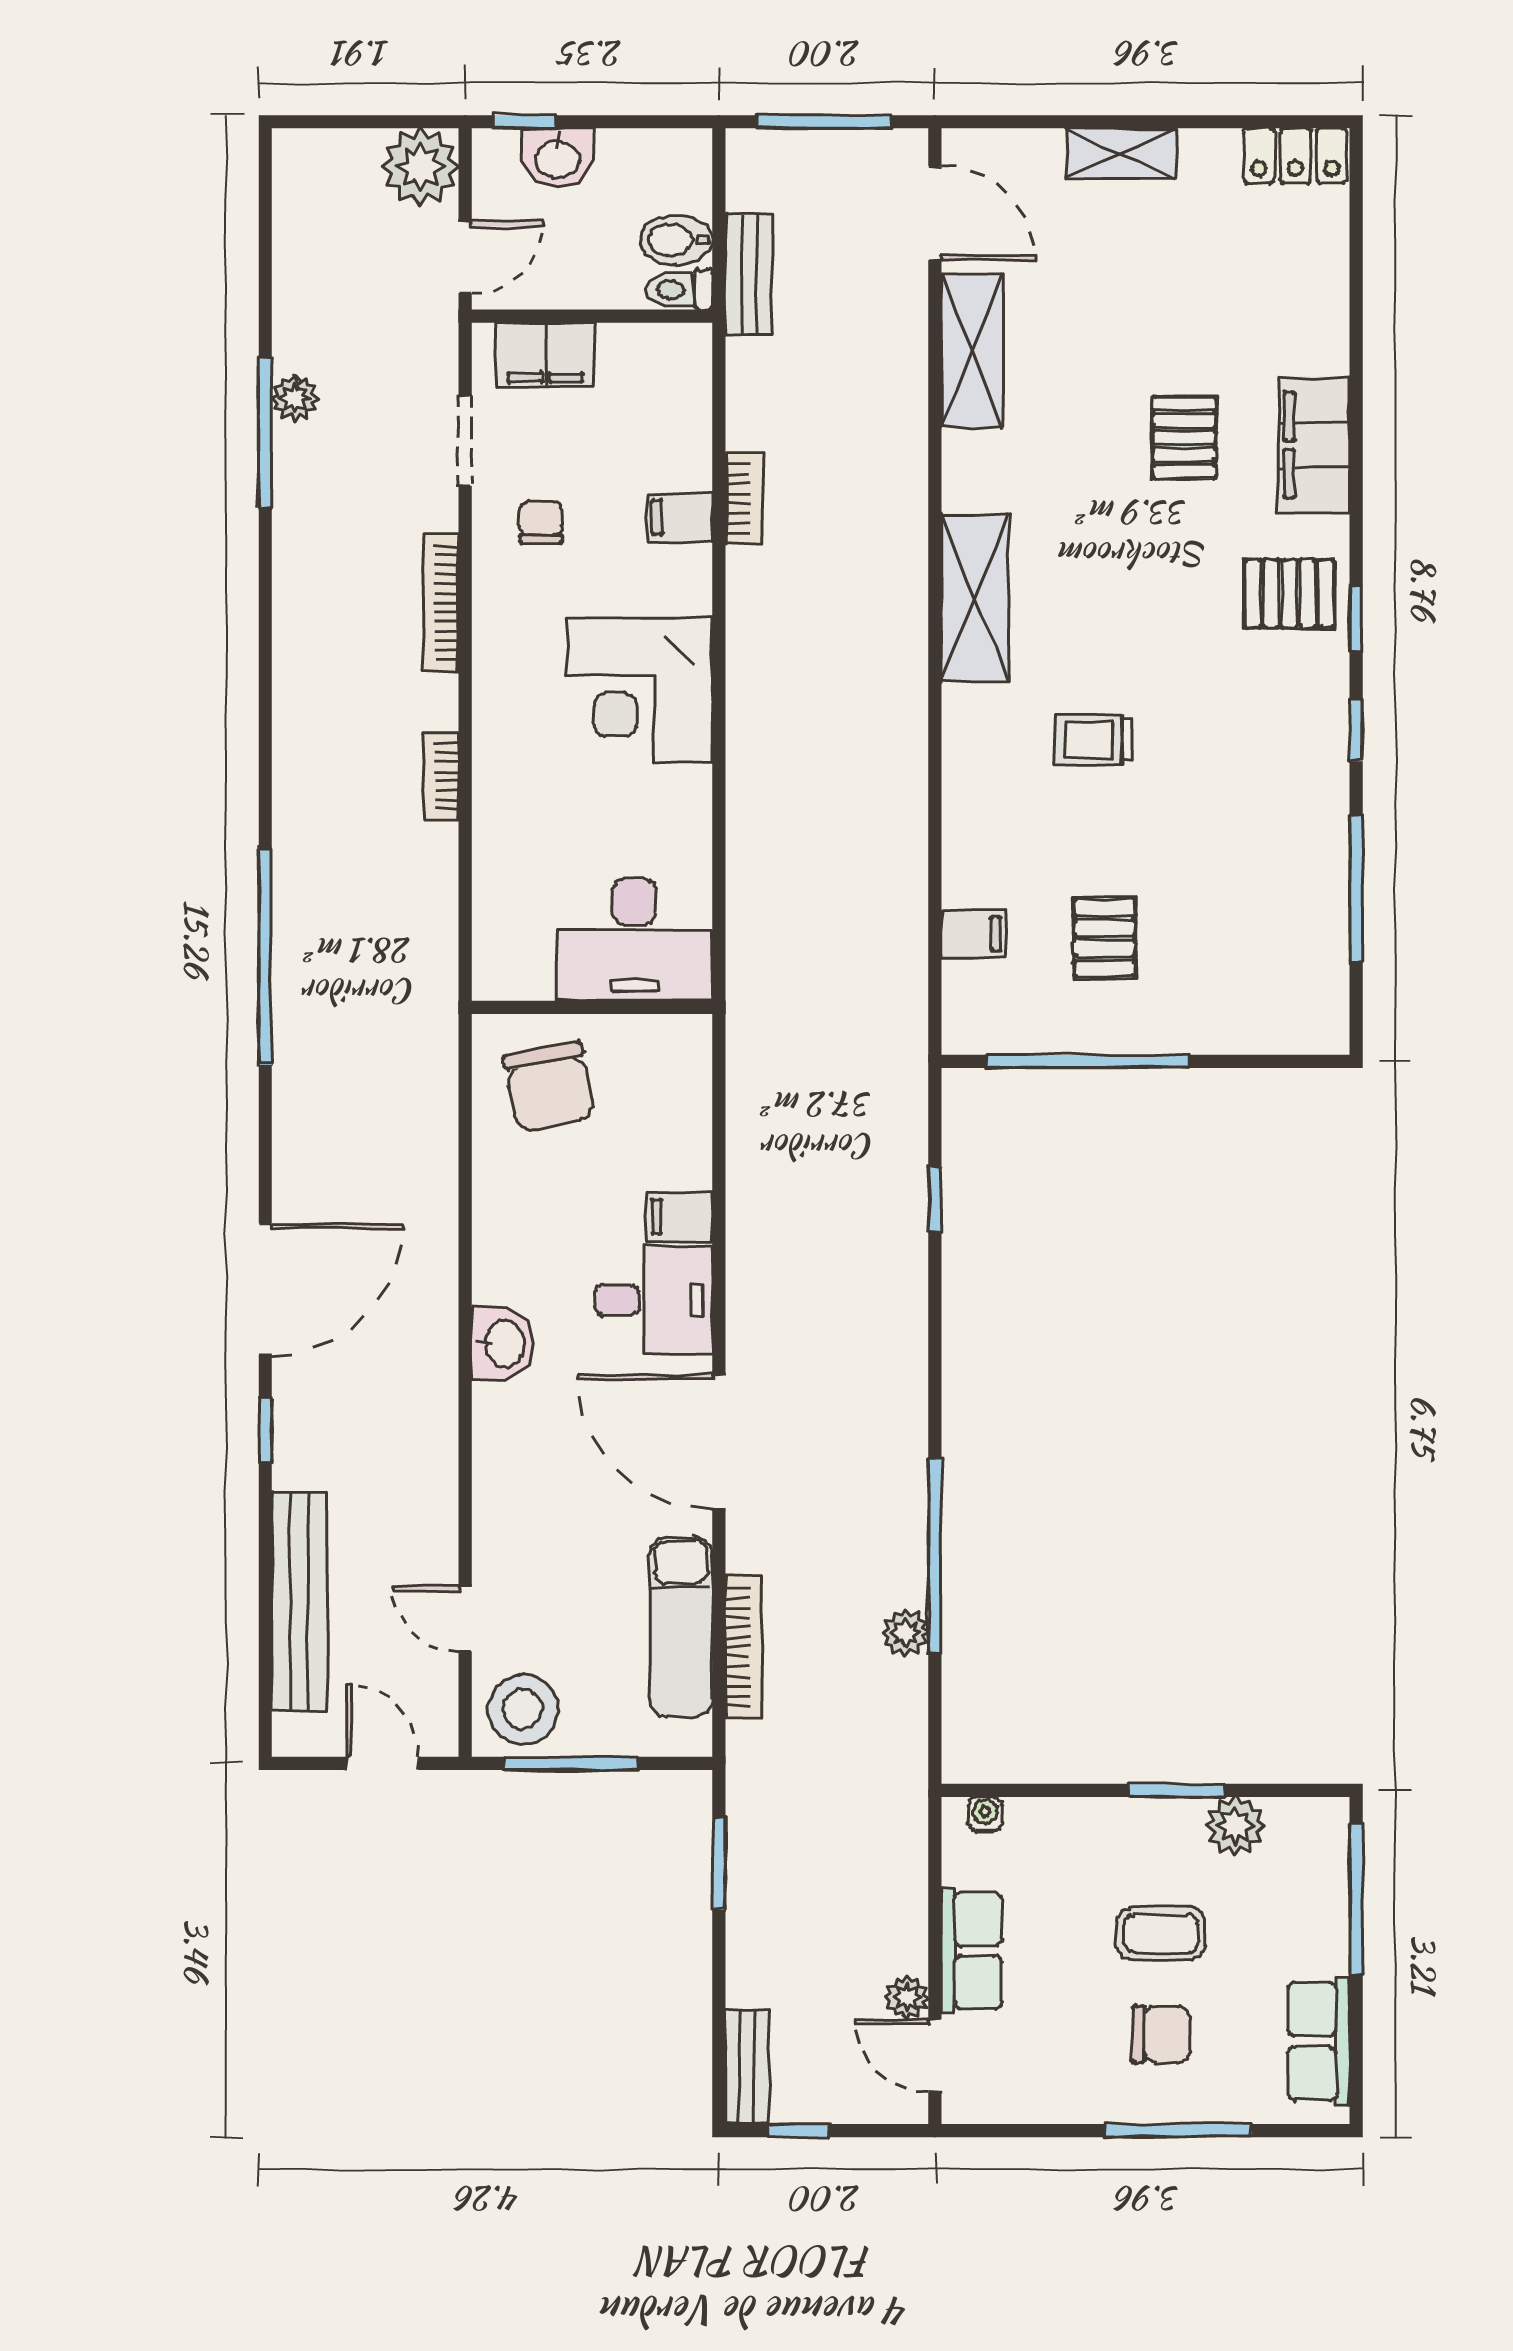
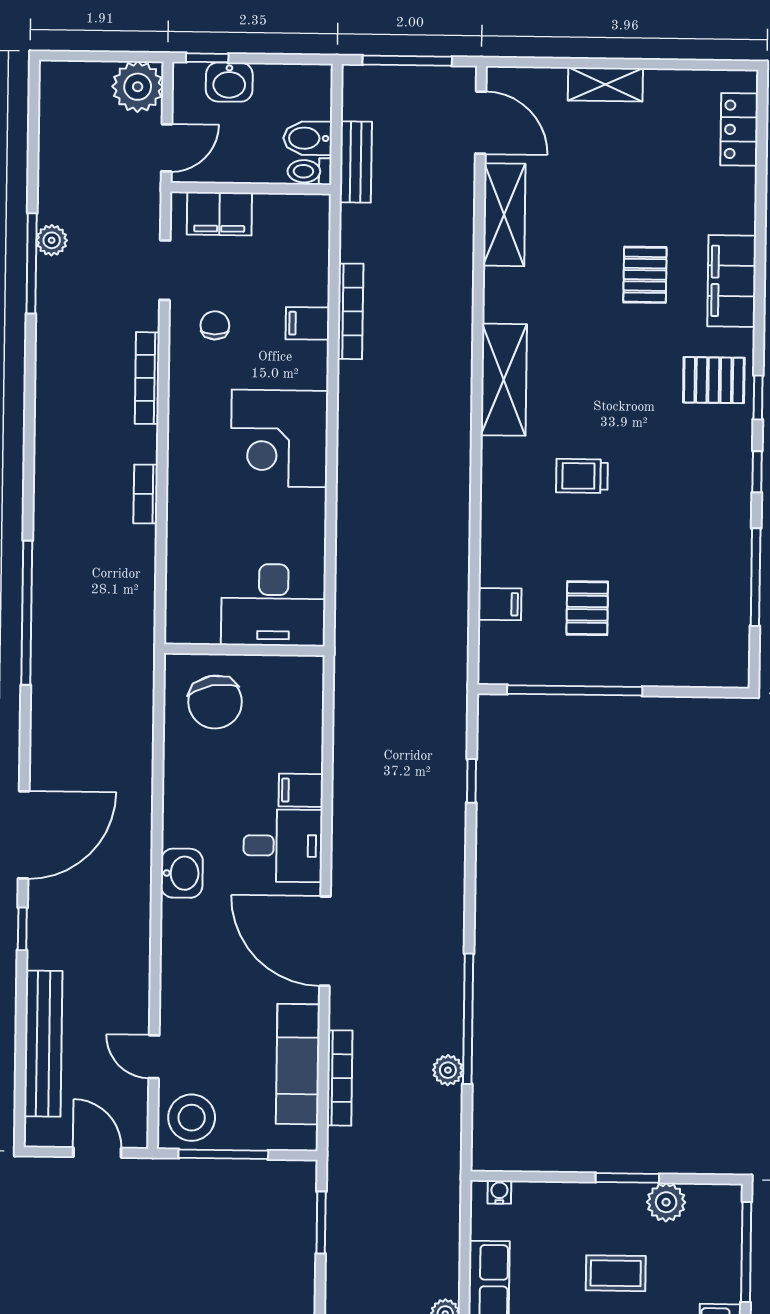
locker: (1295, 156) -> (739, 129), moved, turned 90
bookcase: (744, 498) -> (350, 311), width x1.56

